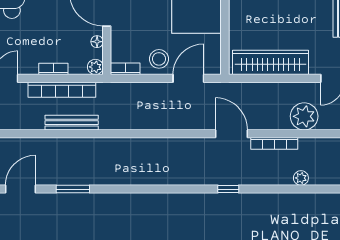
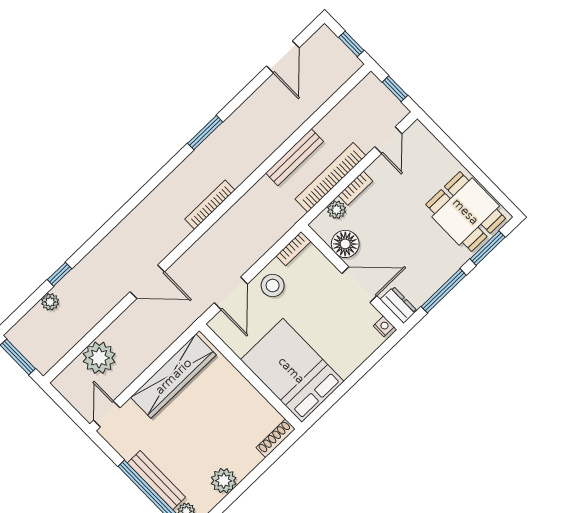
floor lamp: (97, 42) -> (345, 244), width x1.89, depth x1.89
plant: (95, 67) -> (337, 210), moved
bookcase: (274, 143) -> (210, 205), moved
window: (73, 189) -> (205, 133), moved
window: (228, 189) -> (60, 274), moved

